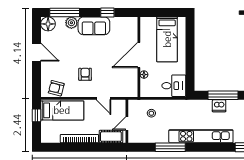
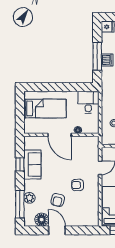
floor lamp: (48, 24) -> (42, 220), moved
sofa: (94, 26) -> (32, 165), moved
door: (37, 52) -> (57, 230), hinge flipped
armchair: (56, 88) -> (58, 200), moved

